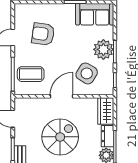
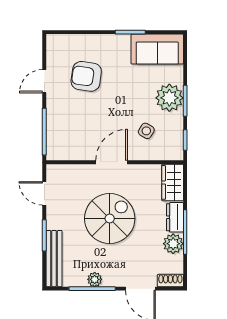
side table: (87, 73) -> (146, 131), width x0.54, depth x0.54
coffee table: (31, 74) -> (69, 132), removed

